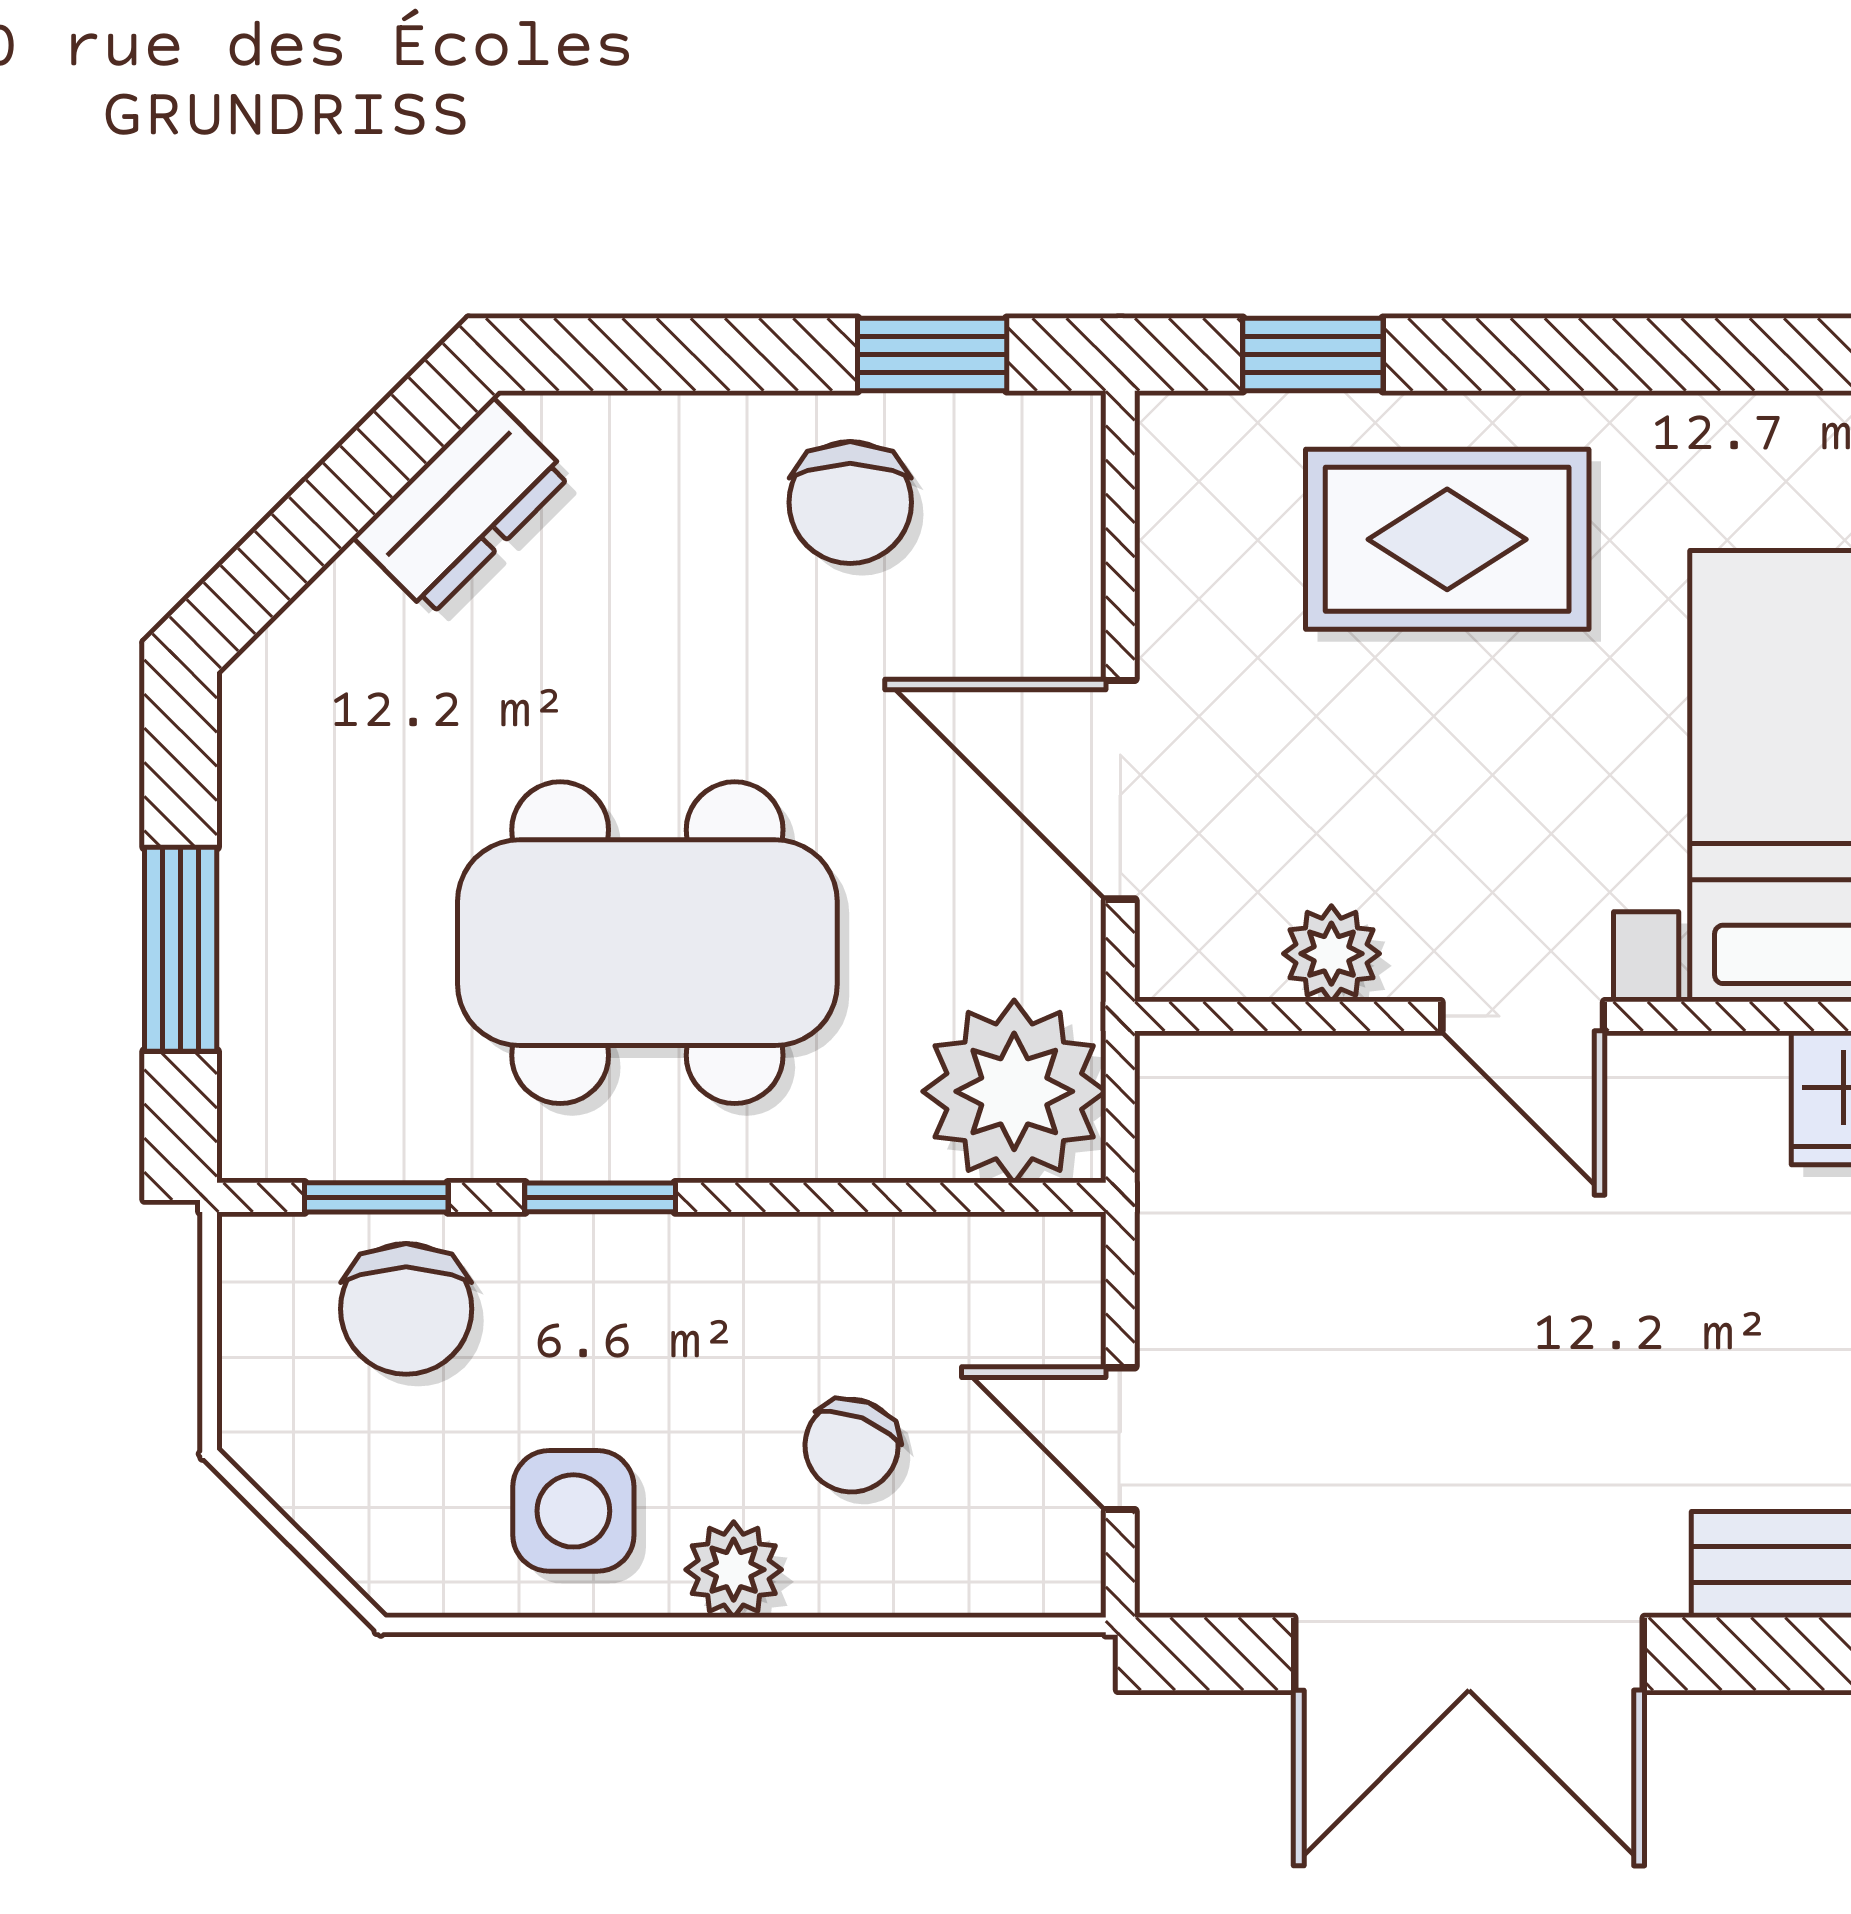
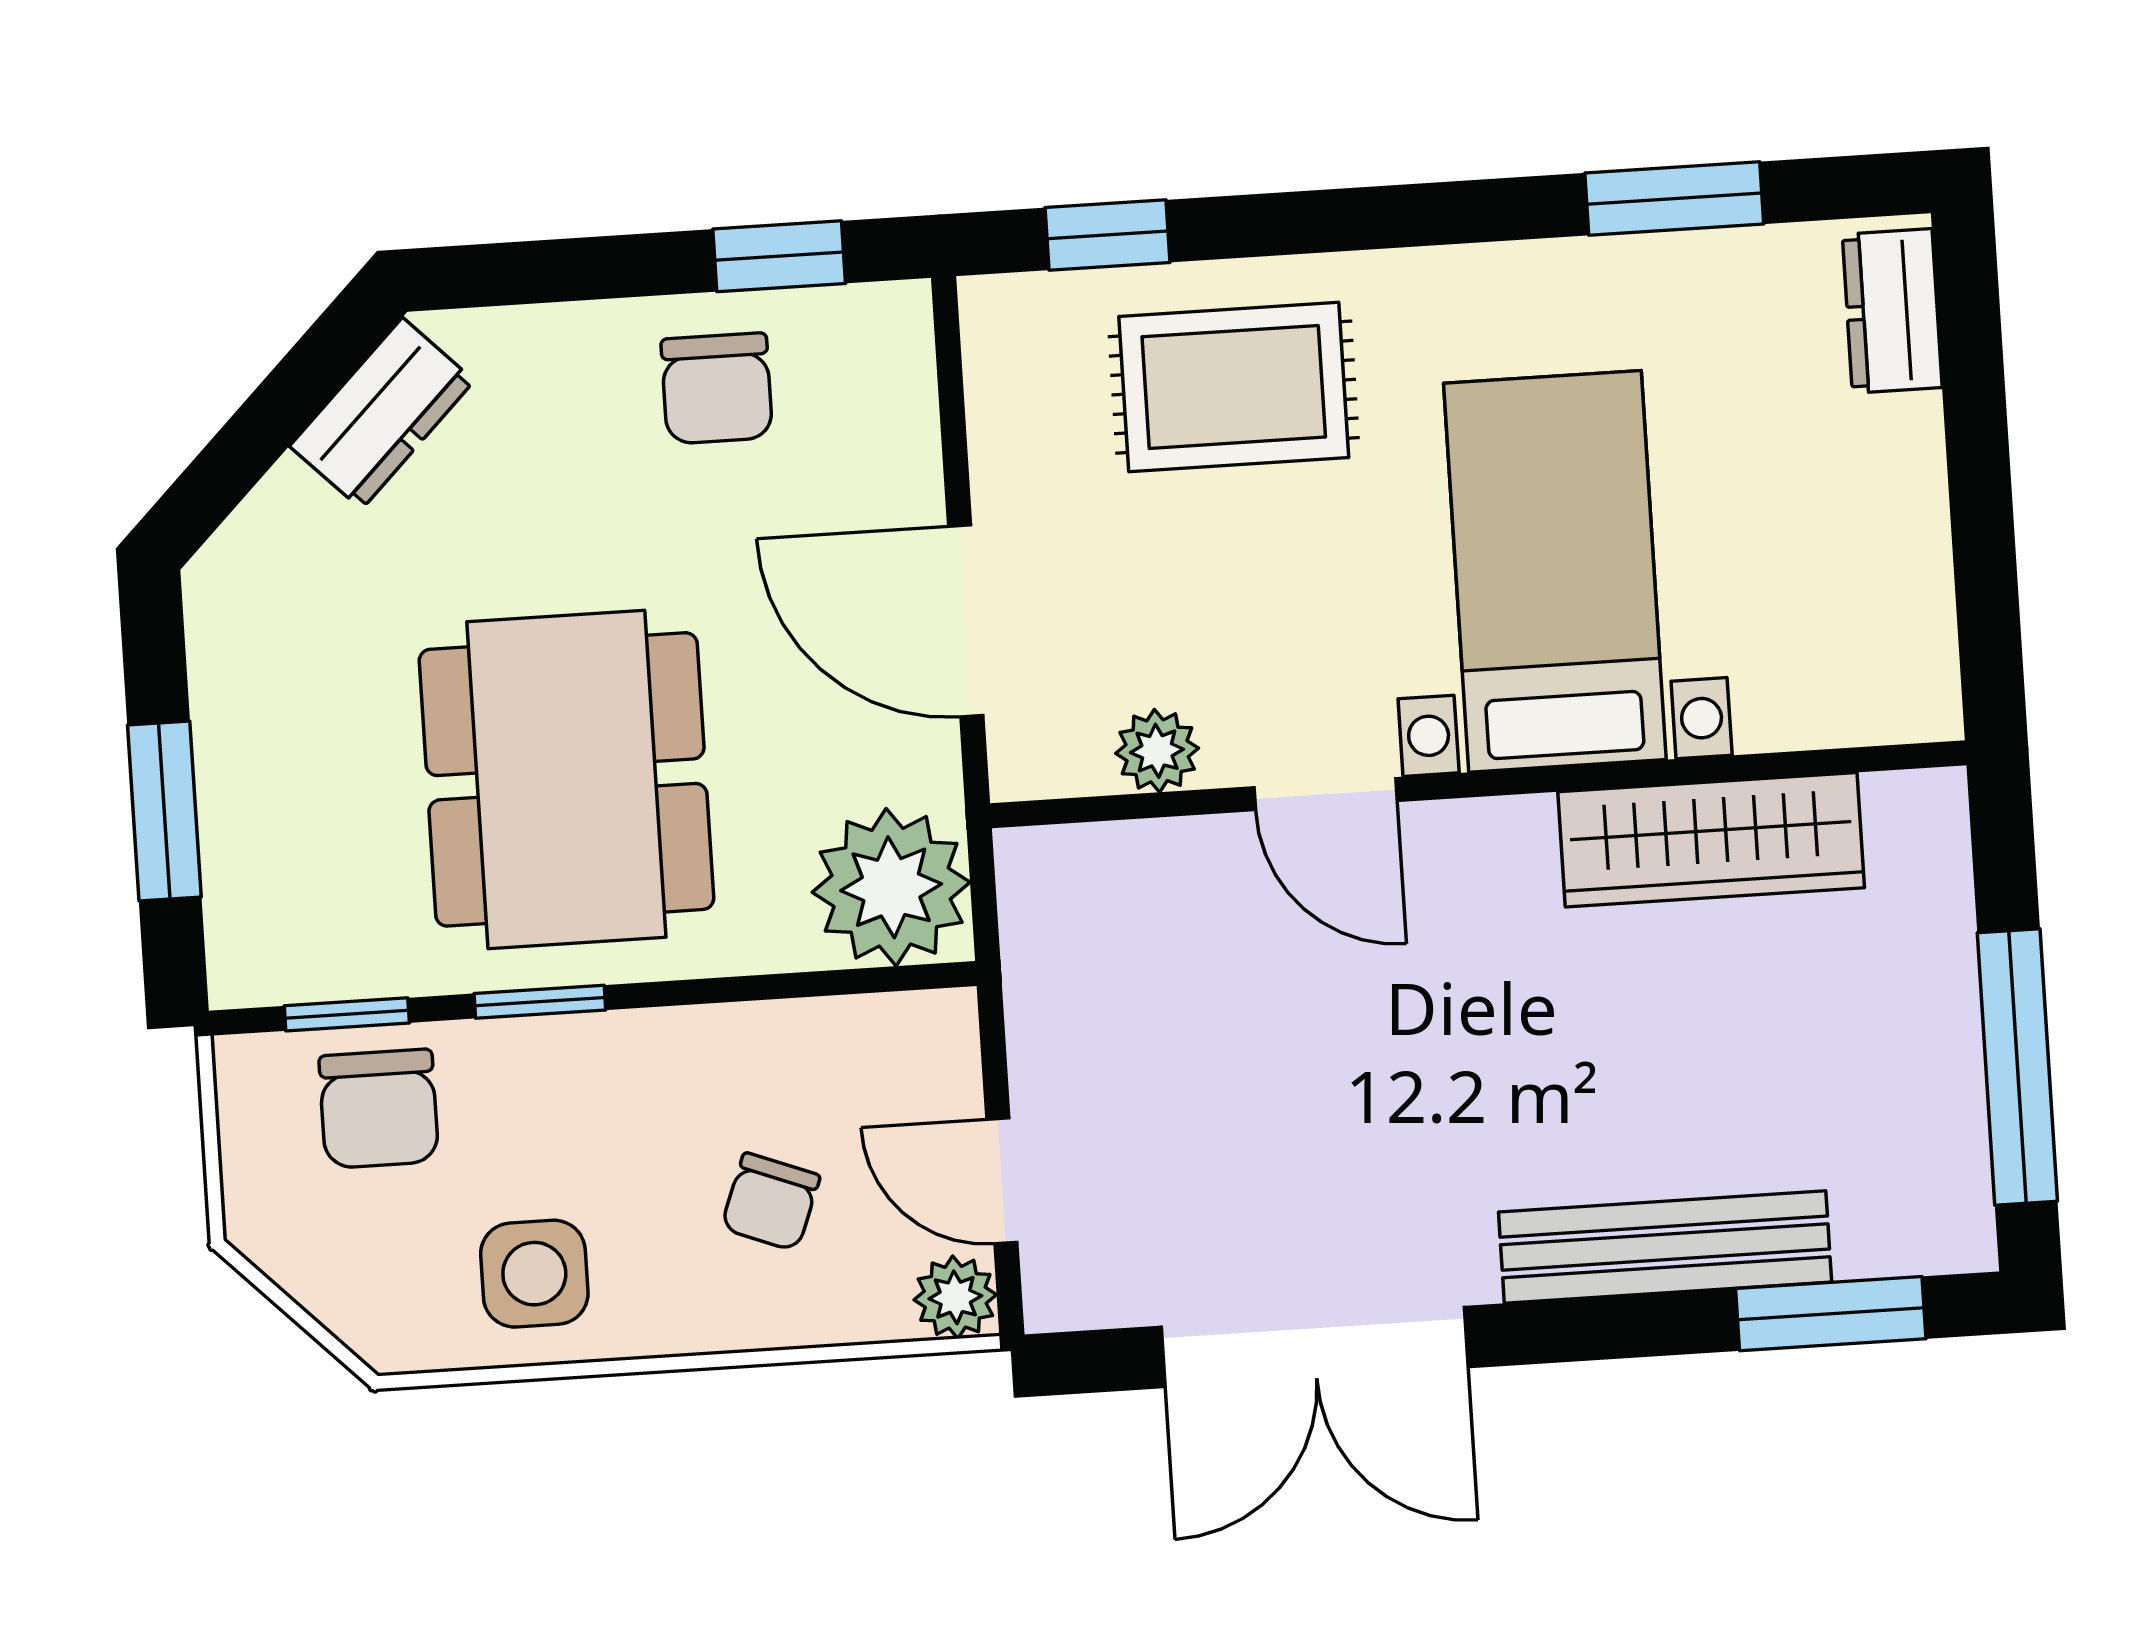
dining table: (647, 943) -> (566, 779), turned 90
plant: (734, 1570) -> (955, 1297), moved

